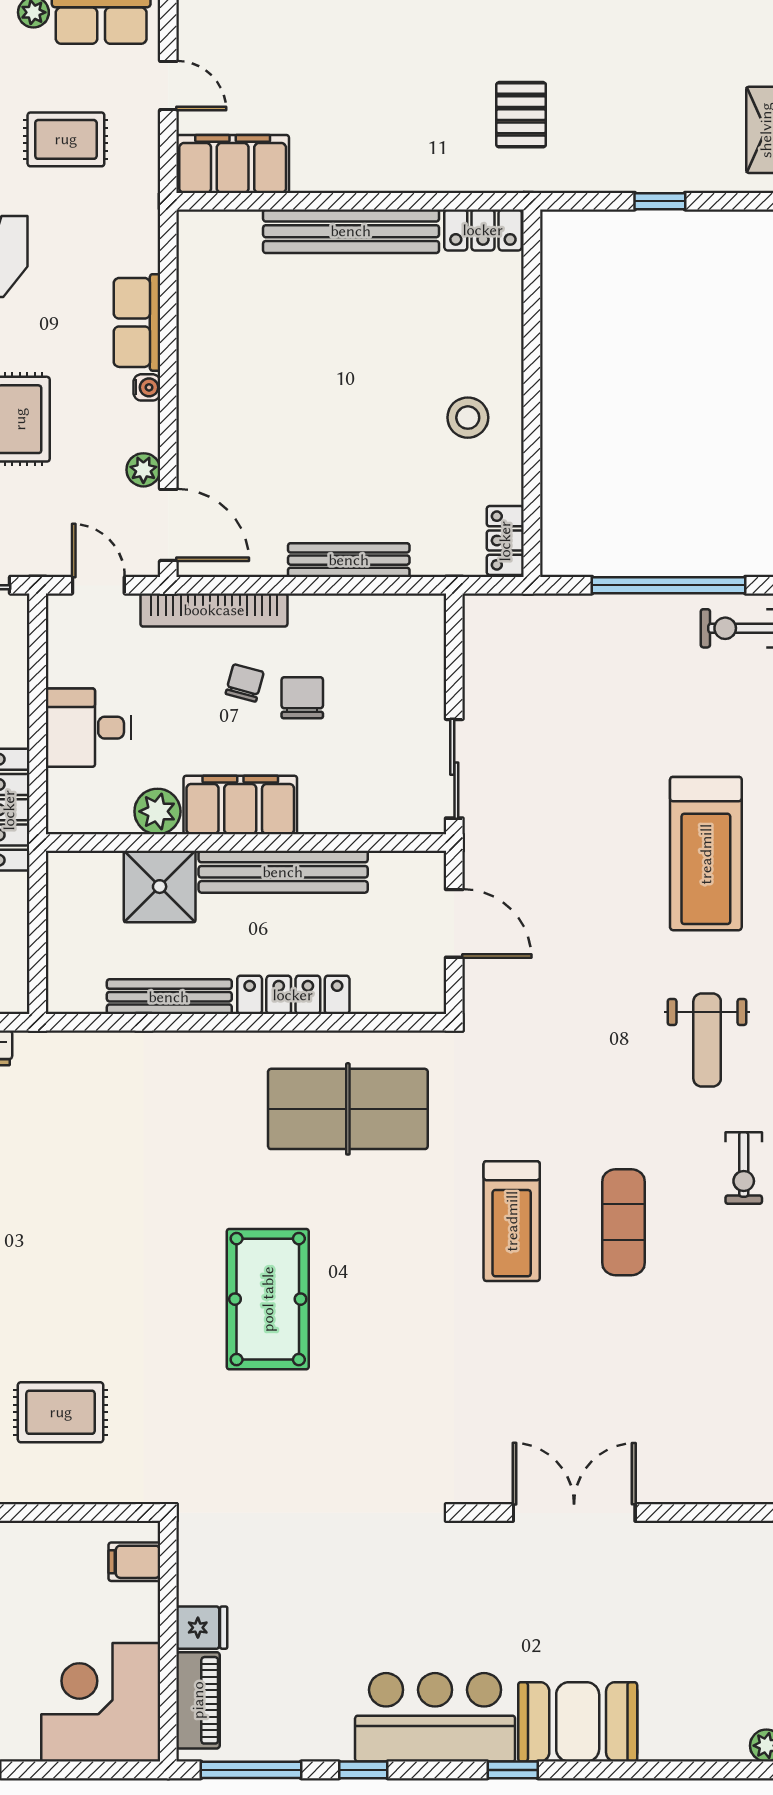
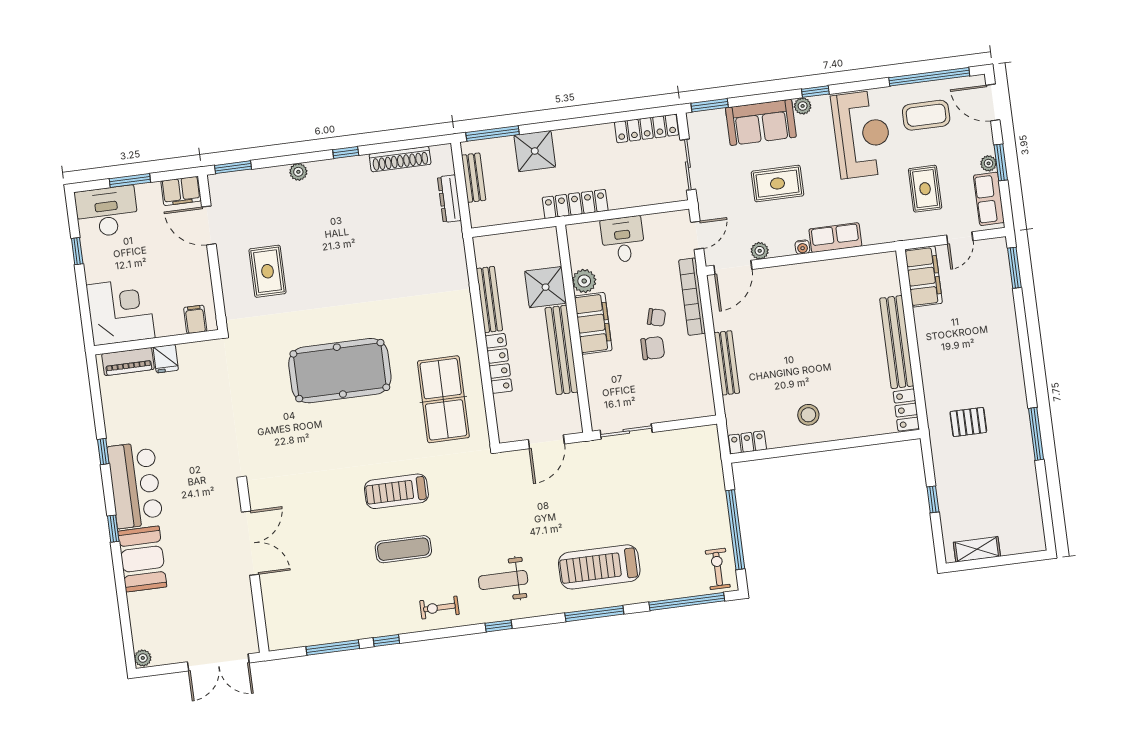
pool table: (268, 1299) -> (340, 371), width x1.36, depth x1.32
window: (251, 1770) -> (96, 394), removed

